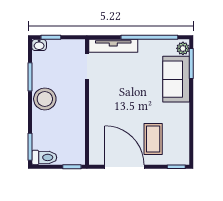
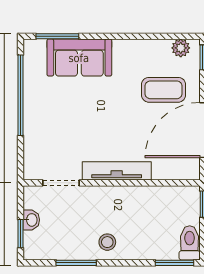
washbasin: (39, 45) -> (31, 220), moved
tv unit: (113, 46) -> (117, 171), moved, turned -90
plant: (183, 48) -> (181, 48), moved
stool: (45, 99) -> (107, 242), width x0.53, depth x0.53

